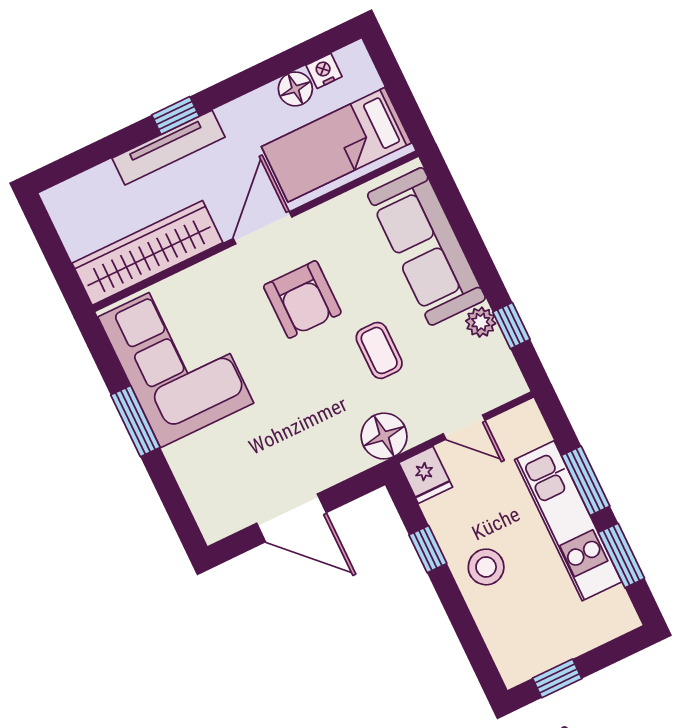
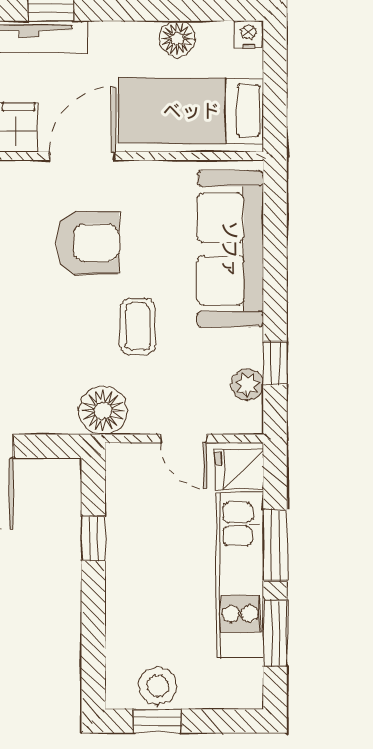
nightstand: (324, 71) -> (249, 34), moved
armchair: (302, 299) -> (88, 243), turned -90
plant: (481, 322) -> (247, 385), moved
fridge: (426, 475) -> (239, 469), moved, turned 90
stool: (486, 567) -> (158, 686), moved

